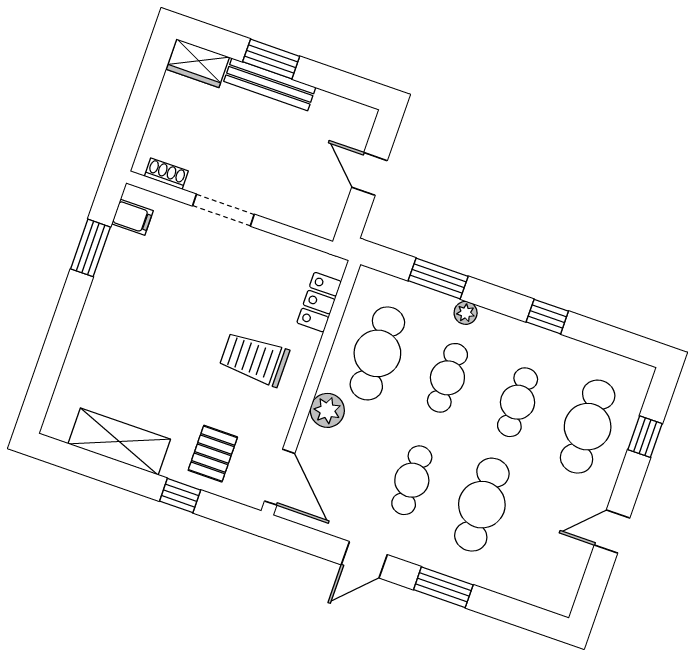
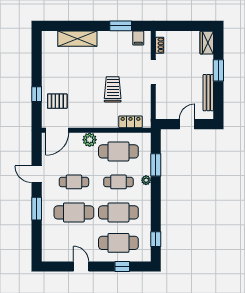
bench: (270, 84) -> (208, 93), moved
window: (547, 317) -> (156, 239), moved
trolley: (254, 359) -> (113, 89), moved
cafe table: (518, 402) -> (118, 212), width x1.37, depth x1.35
shelving: (119, 442) -> (77, 39), moved, turned 90

